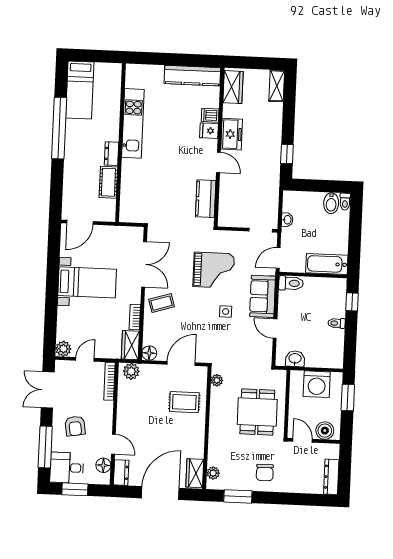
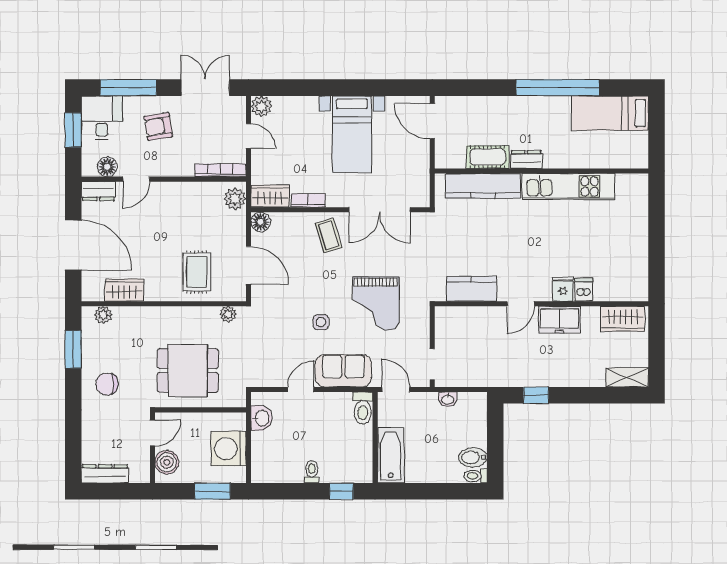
kitchen counter: (192, 76) -> (483, 186), moved, turned -90
wardrobe: (195, 473) -> (124, 290), moved

